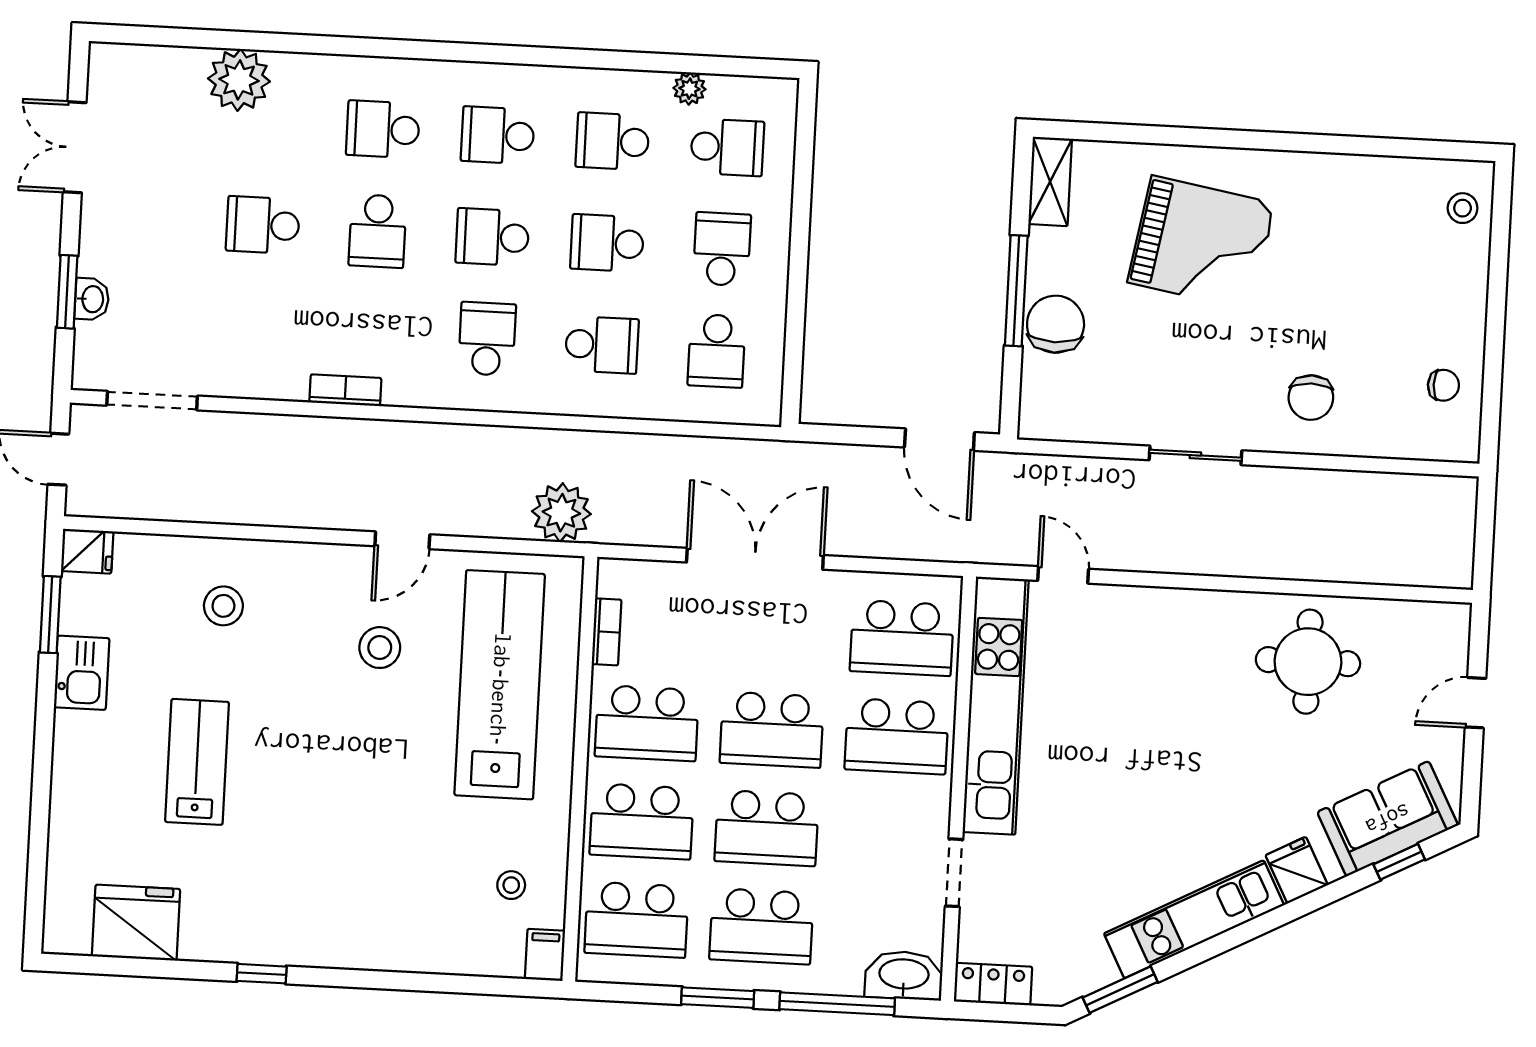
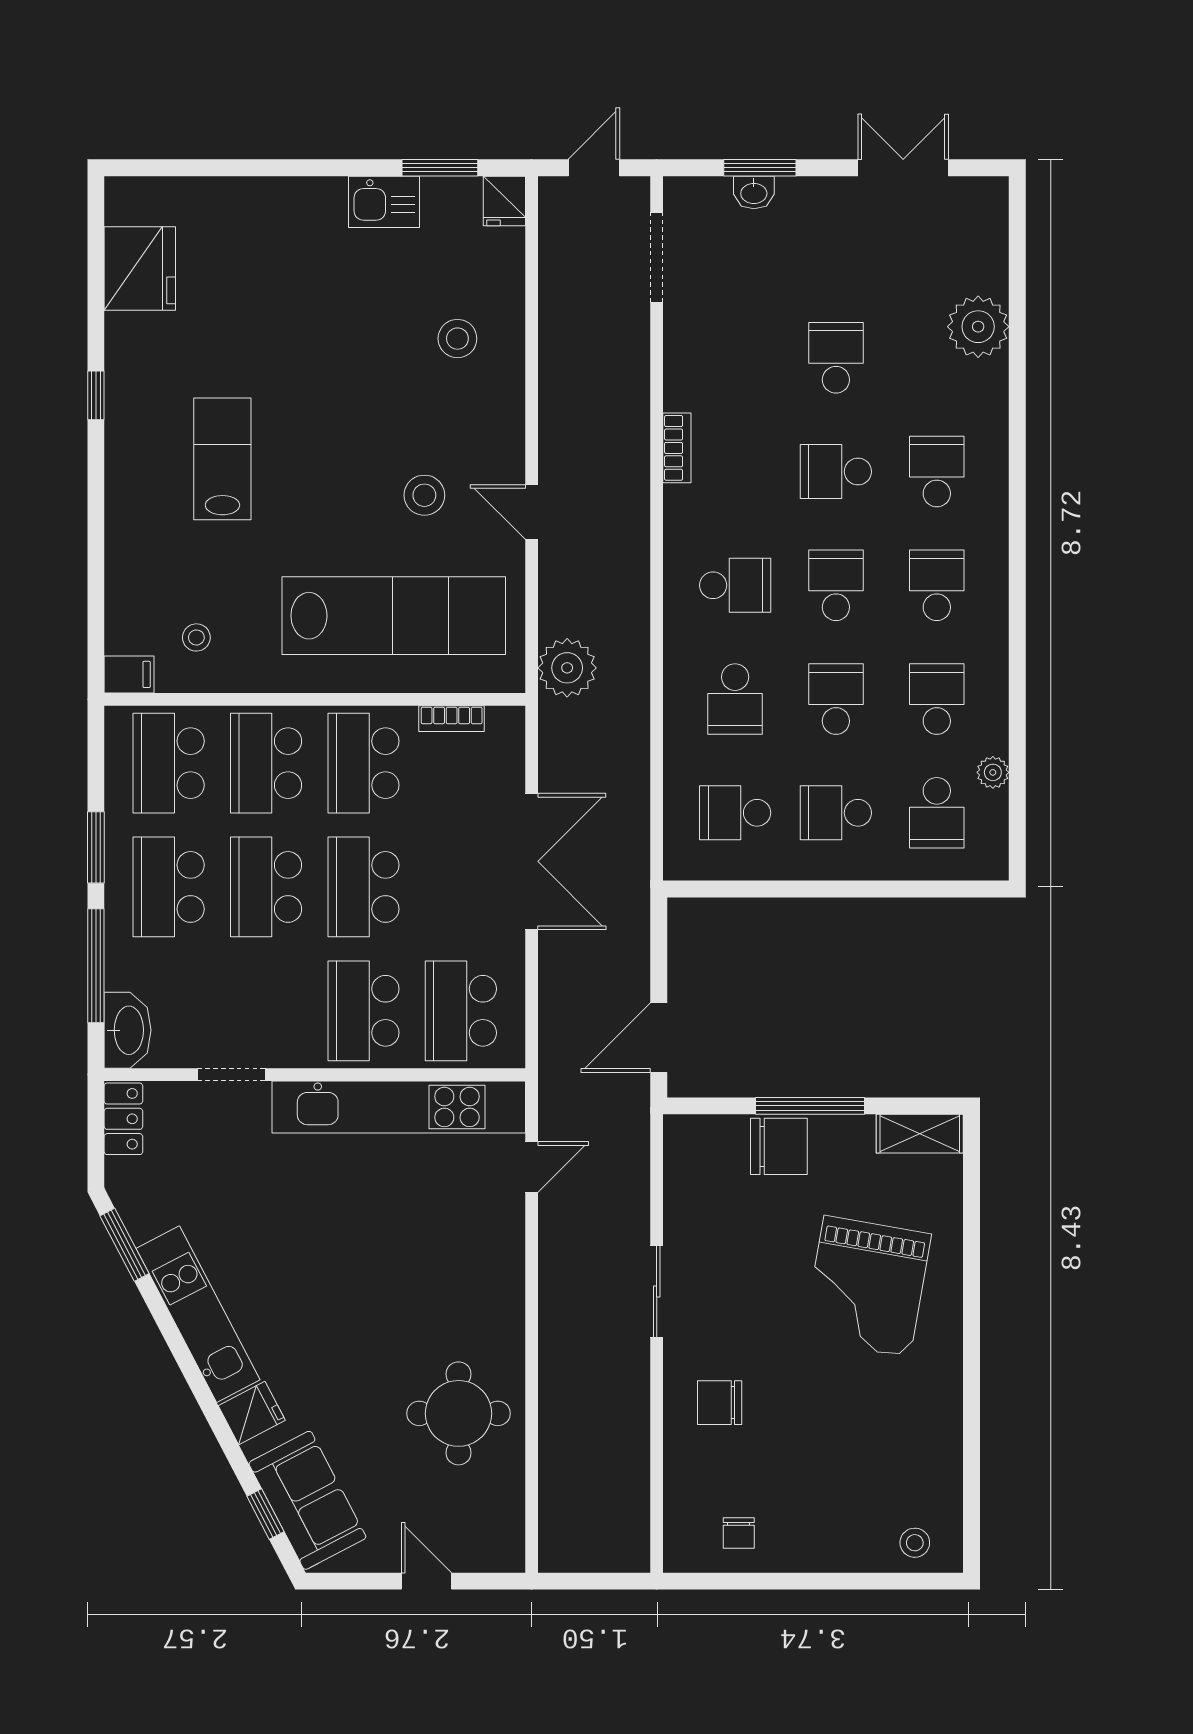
school desk: (722, 249) -> (836, 813), turned 180
lab bench: (197, 762) -> (222, 459), moved, turned -90

